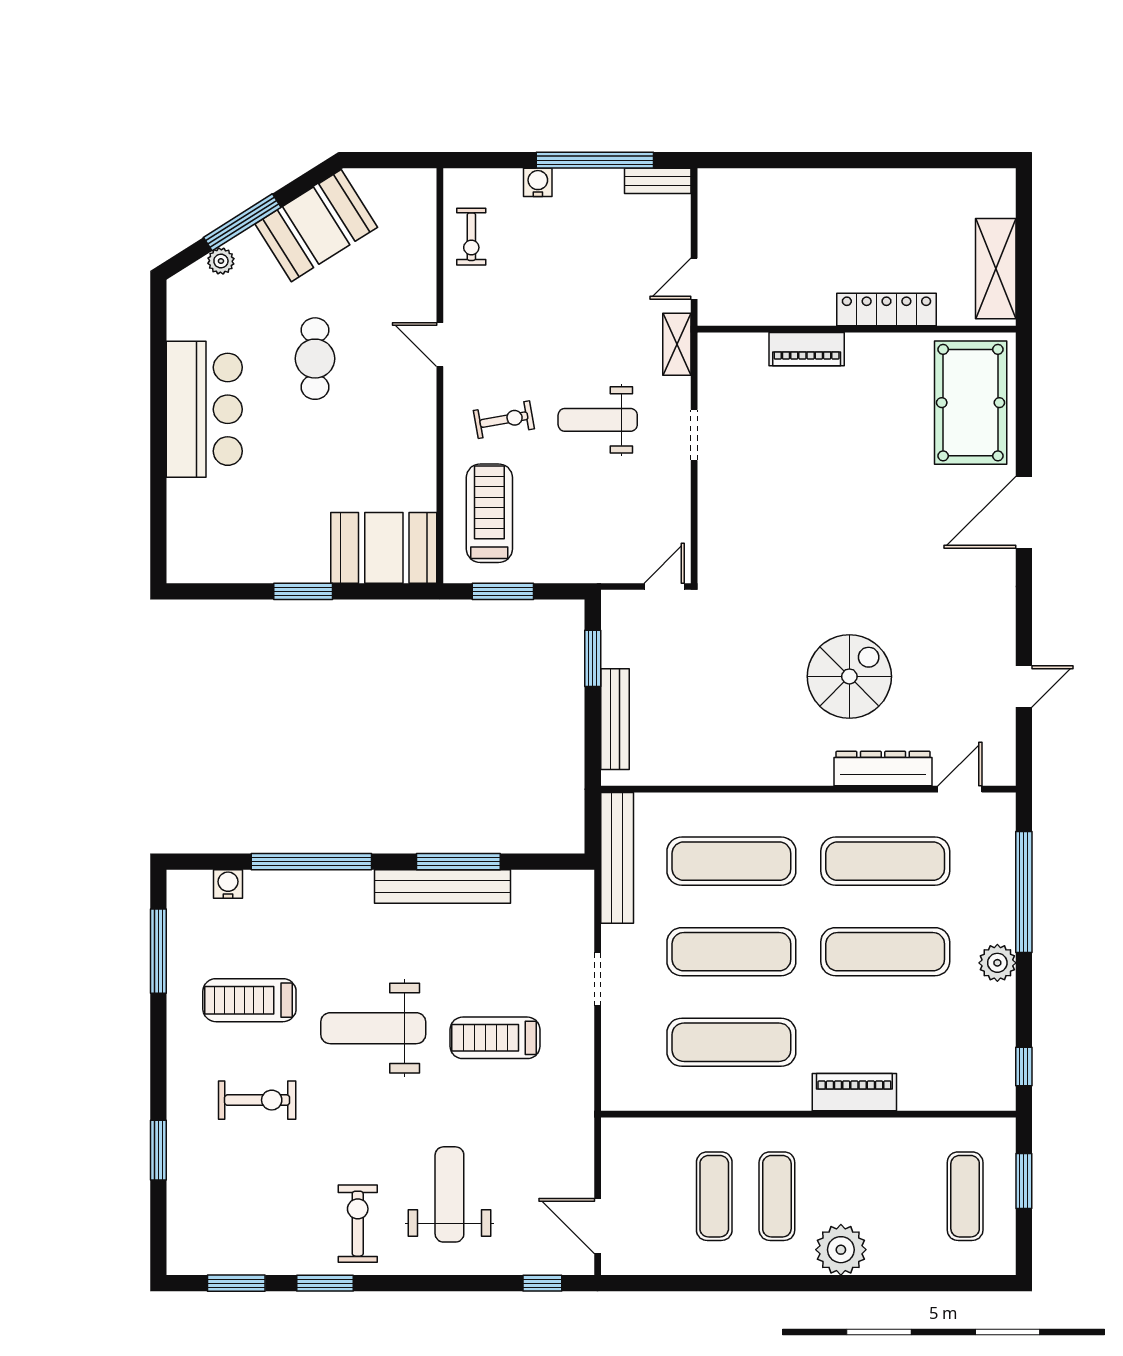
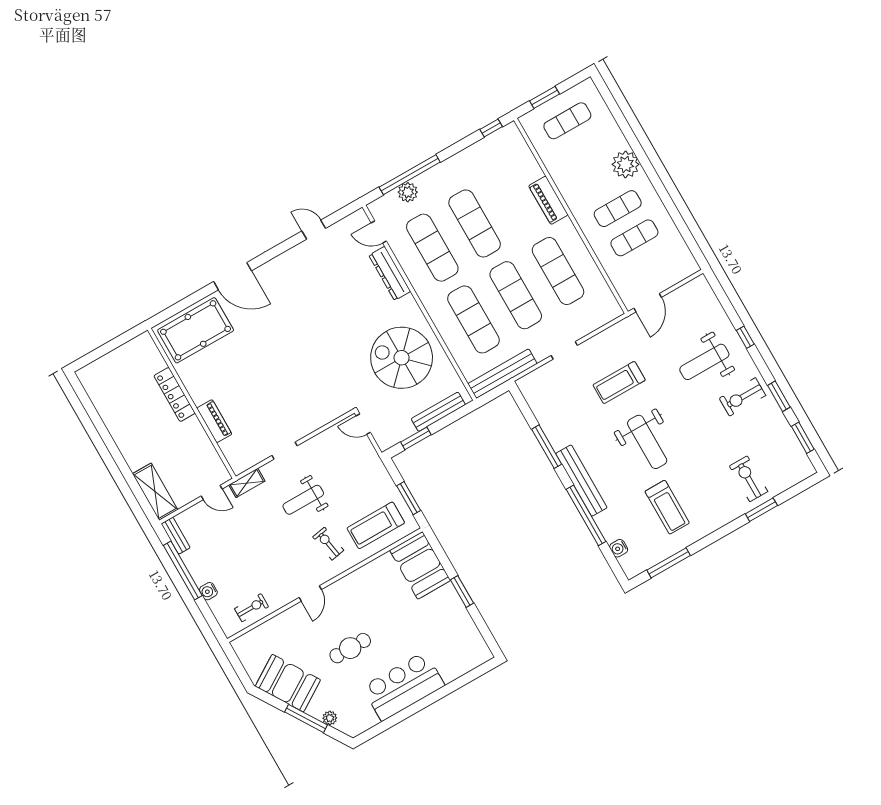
shelving: (996, 269) -> (155, 492), moved, turned 90
weight bench: (598, 420) -> (303, 500), turned 90
spiral stairs: (849, 676) -> (402, 358), moved, width x1.37, depth x1.37
bench: (442, 887) -> (581, 481), moved
plant: (997, 963) -> (408, 192), moved
treadmill: (495, 1038) -> (619, 383), turned 90
exercise bike: (257, 1100) -> (749, 479), moved
door: (598, 1226) -> (648, 303), moved
window: (542, 1283) -> (745, 337), moved

